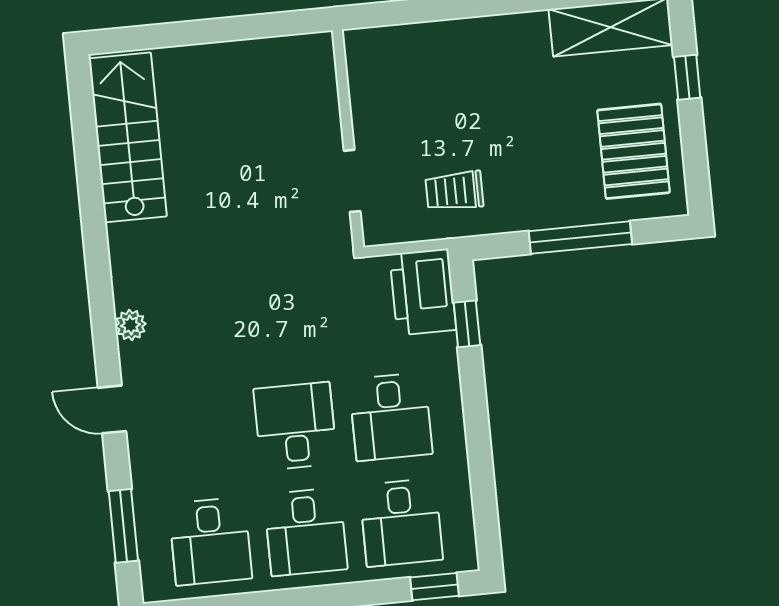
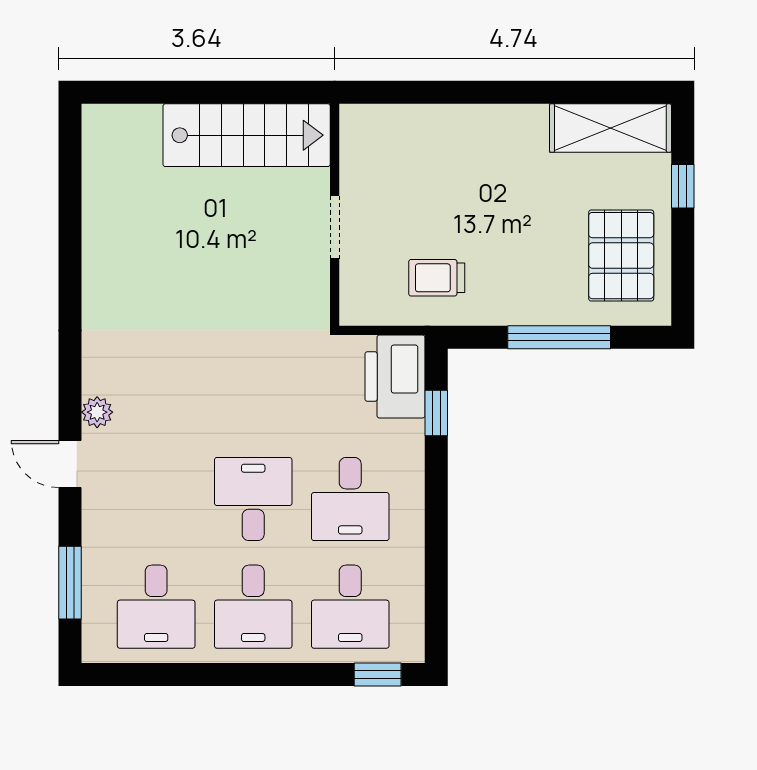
stairs: (128, 137) -> (247, 135), moved, turned 90
doorway: (352, 181) -> (335, 227), moved
plant: (131, 325) -> (97, 412), moved

